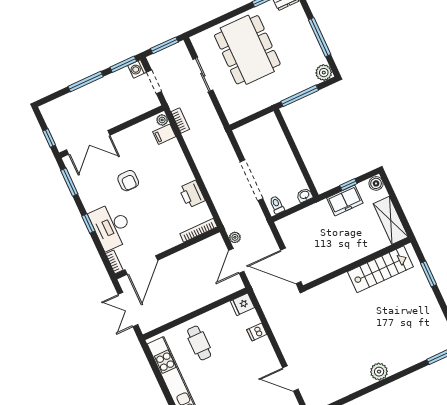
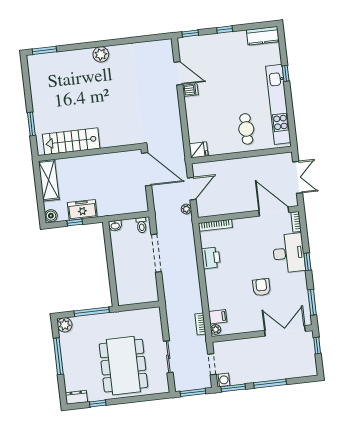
door: (141, 265) -> (274, 212), hinge flipped
dishwasher: (257, 332) -> (190, 90), moved

